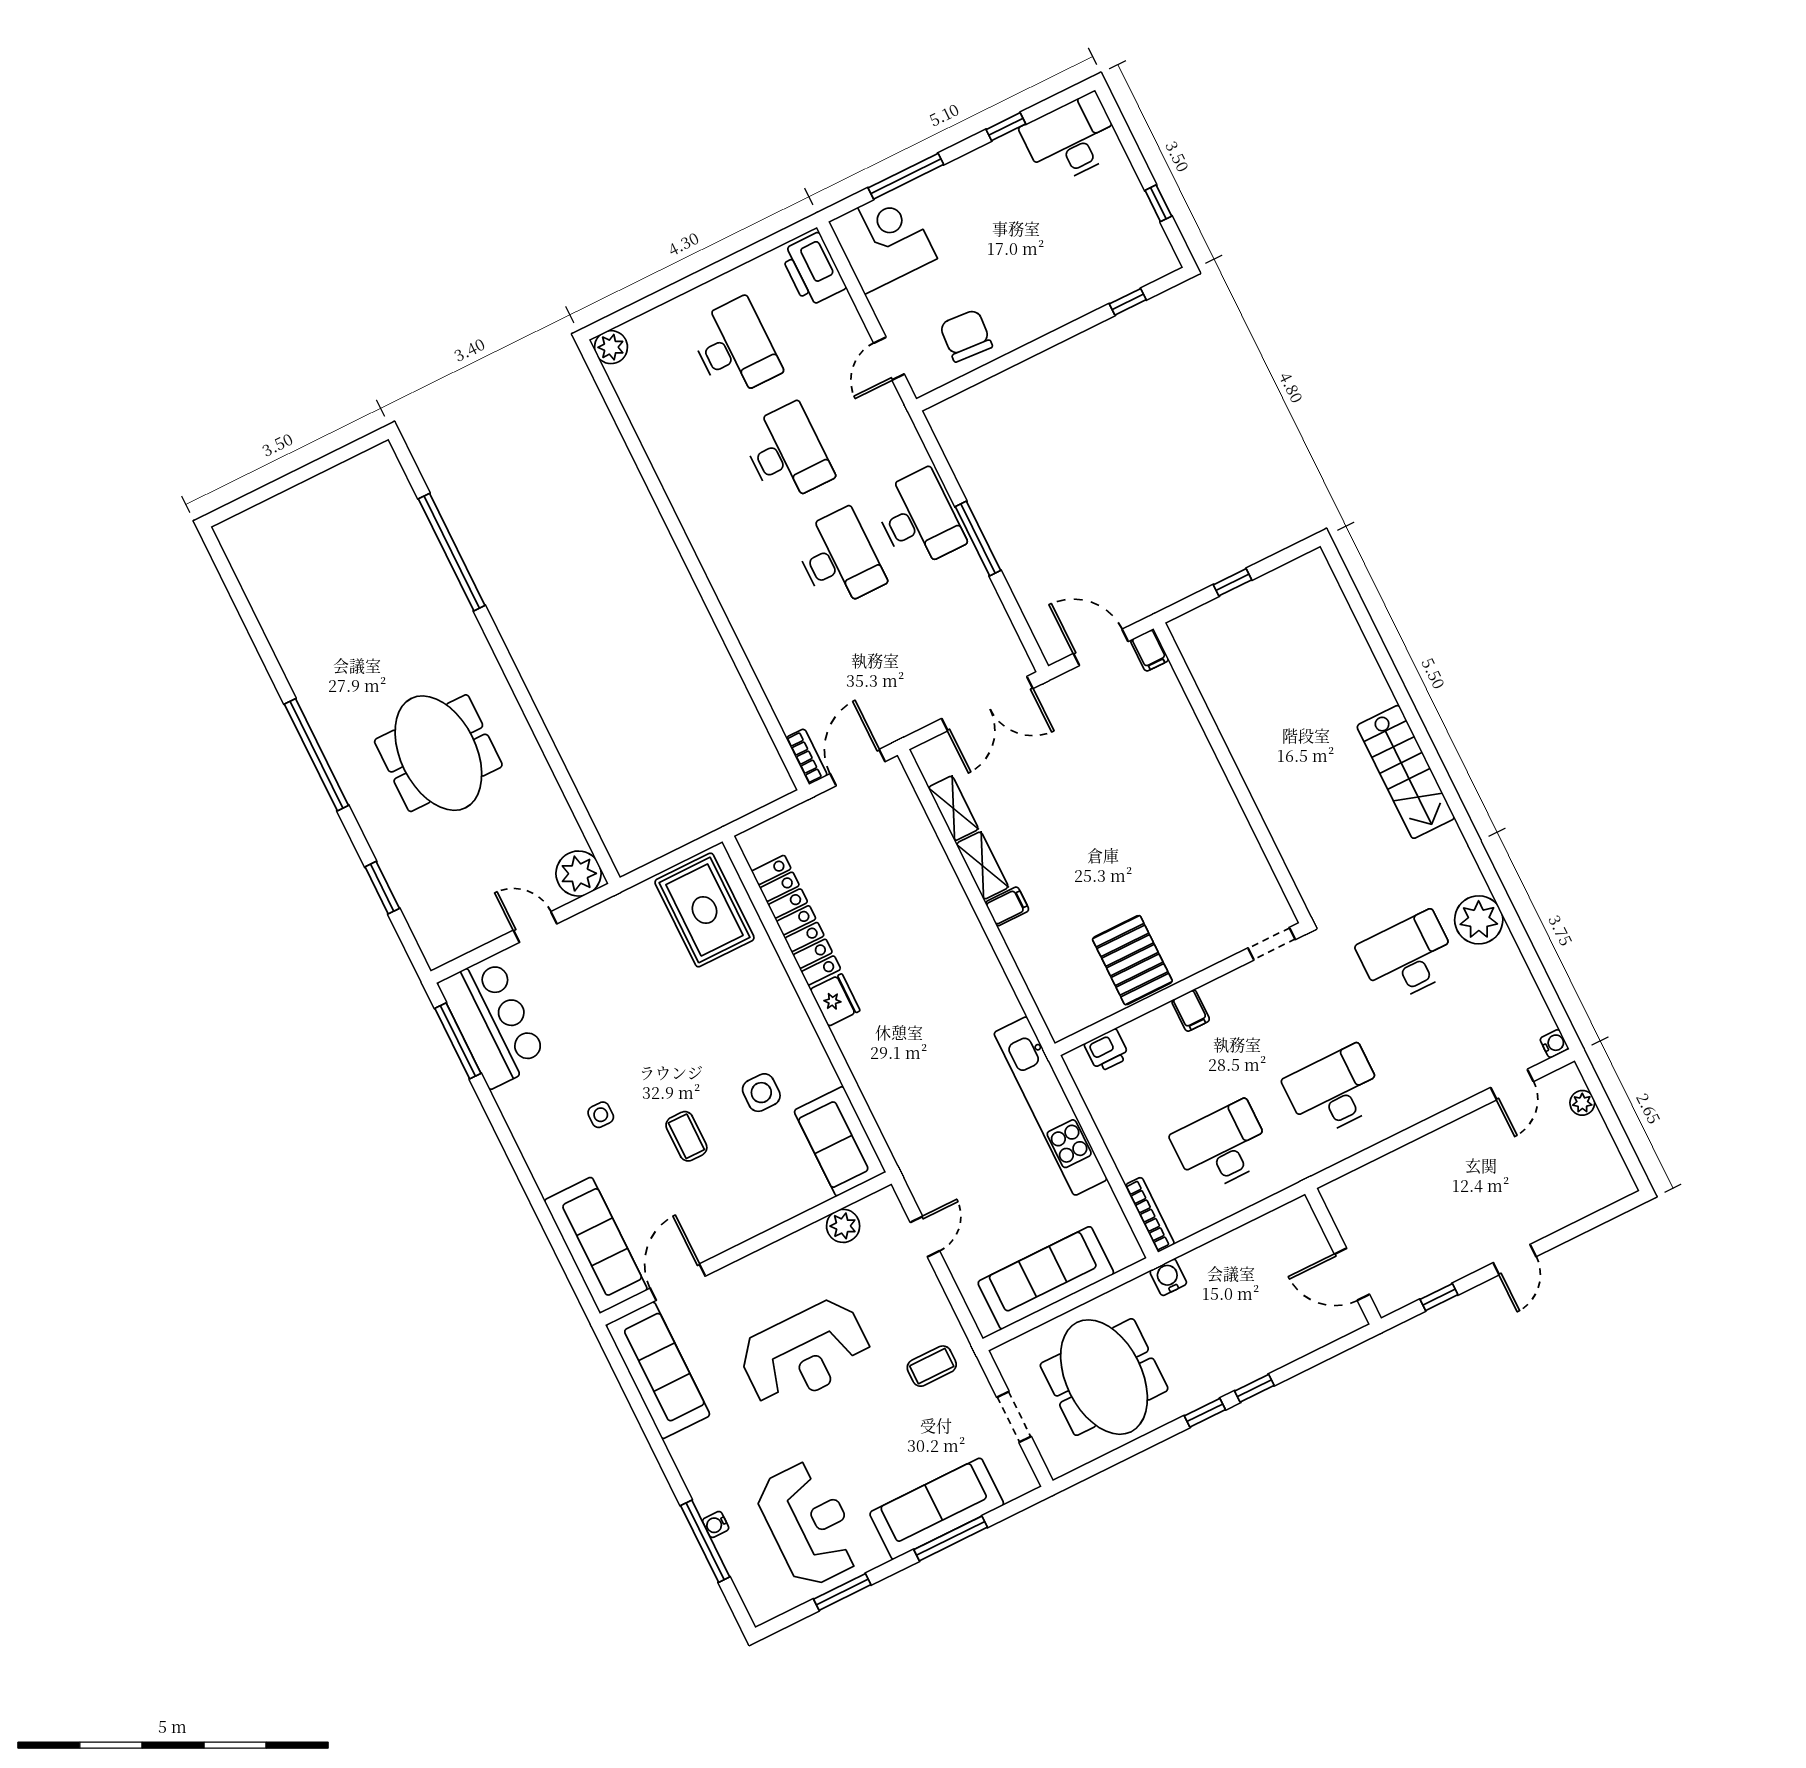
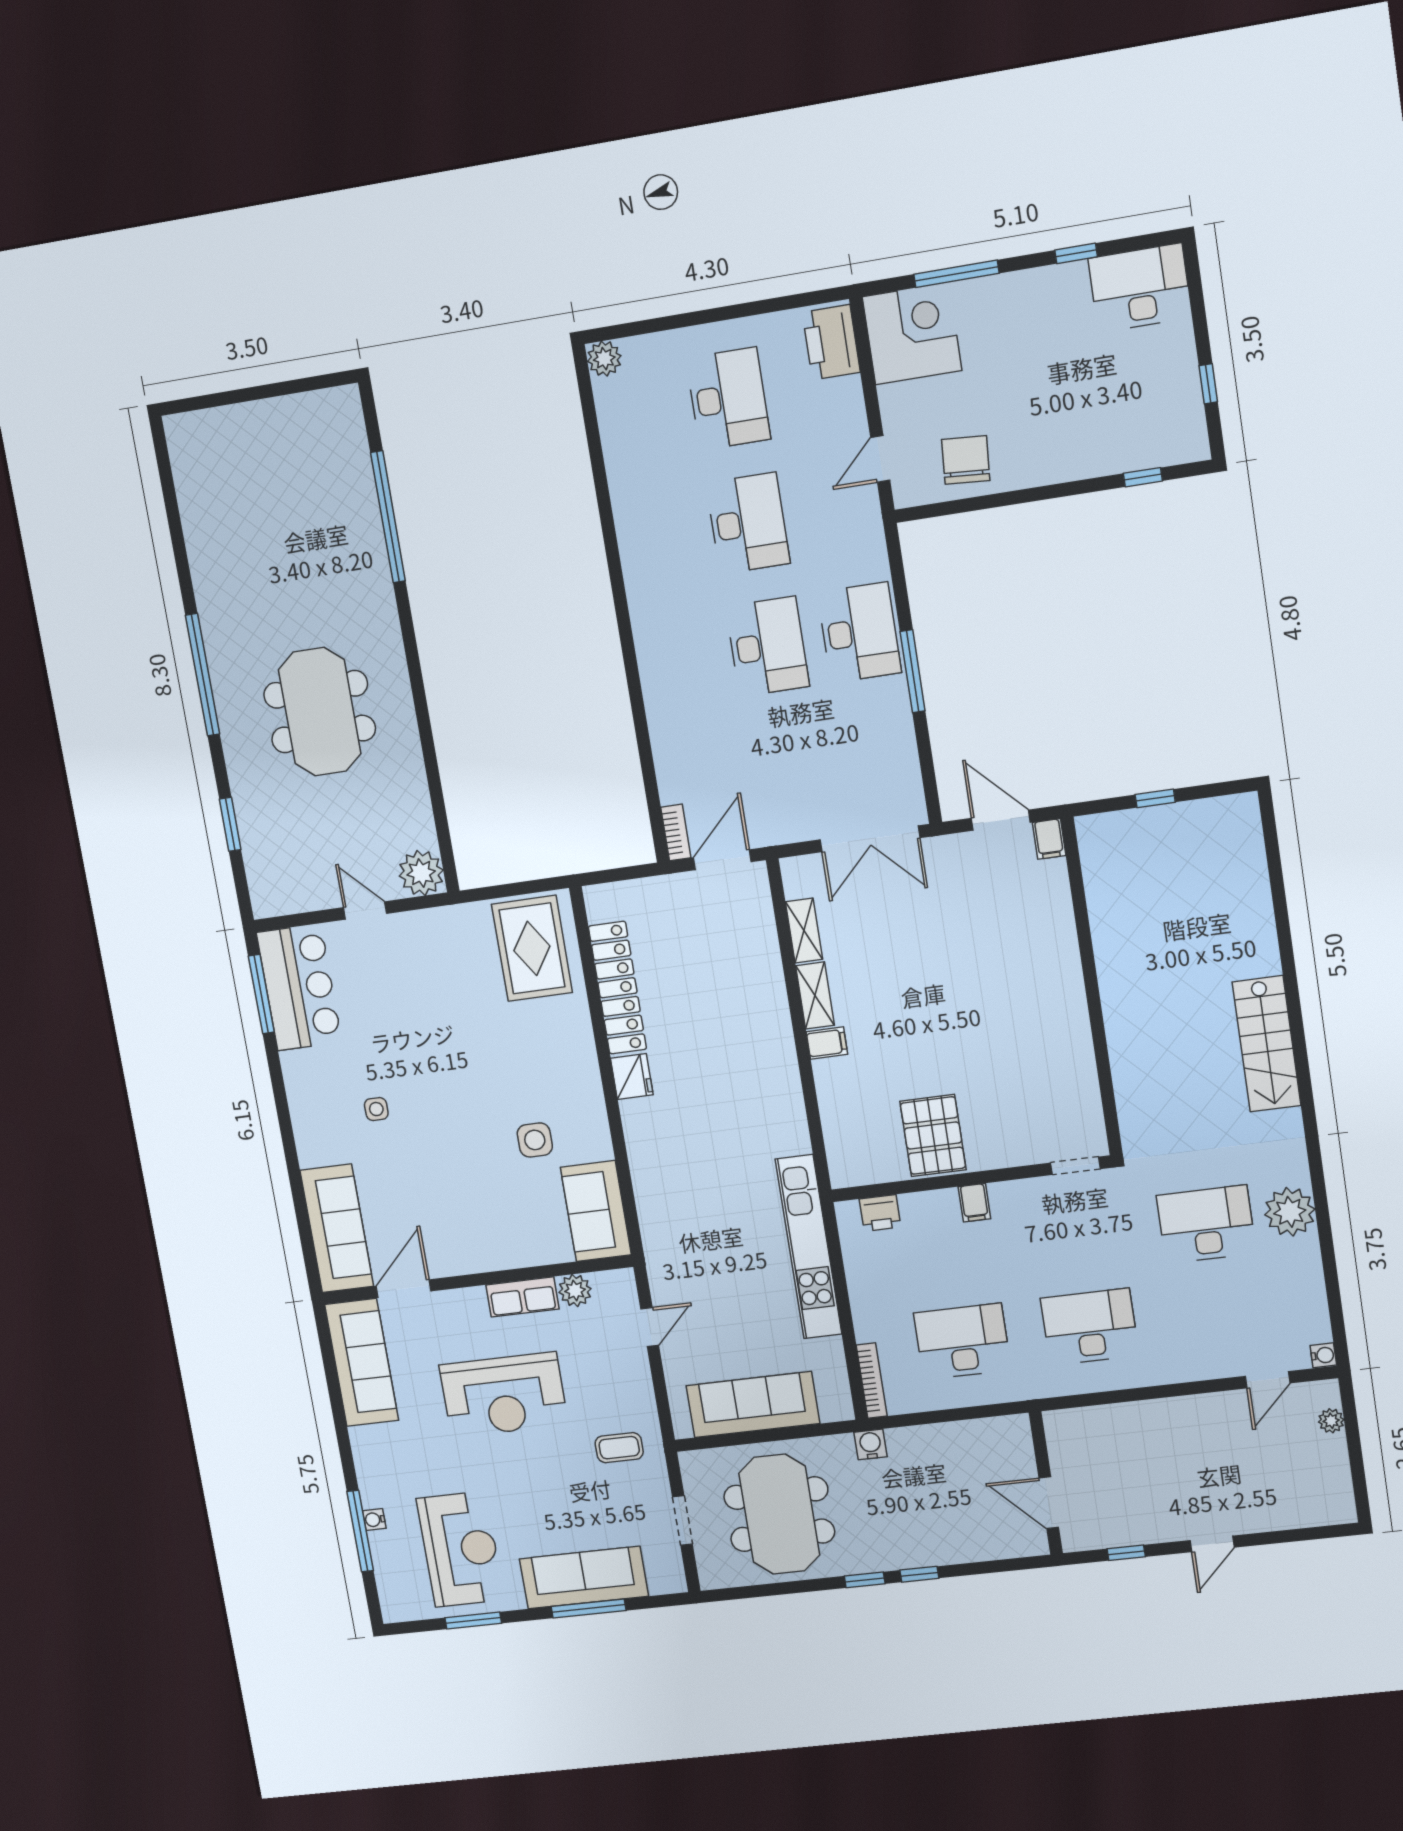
coffee table: (686, 1136) -> (451, 1157), removed
row of seats: (795, 1250) -> (522, 1297), added

